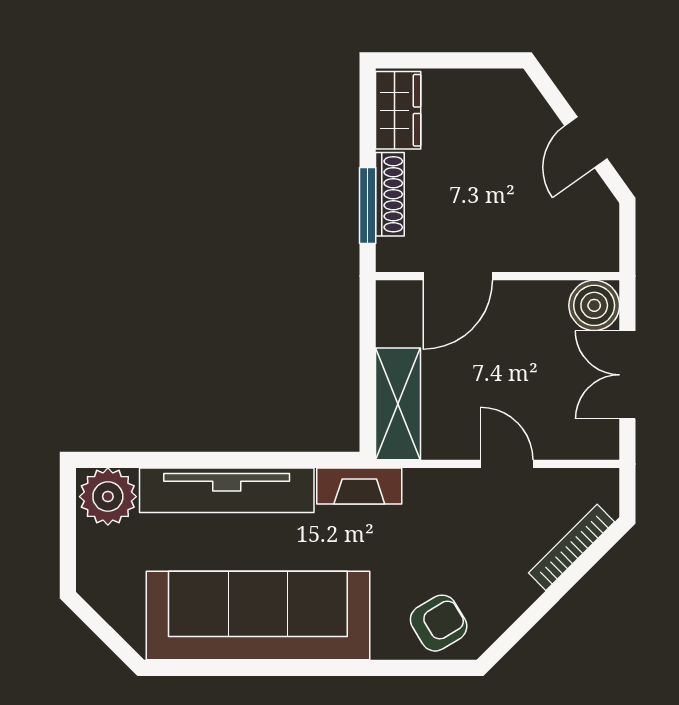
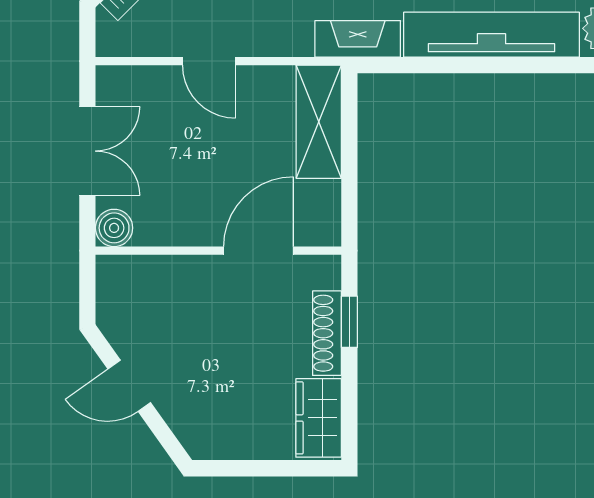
door: (586, 142) -> (129, 386), swing flipped
window: (368, 206) -> (349, 322), width x0.67
boiler: (594, 305) -> (114, 228), width x0.73, depth x0.73

